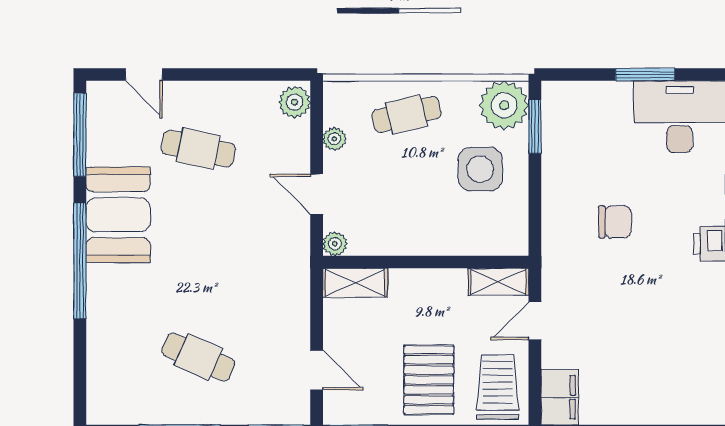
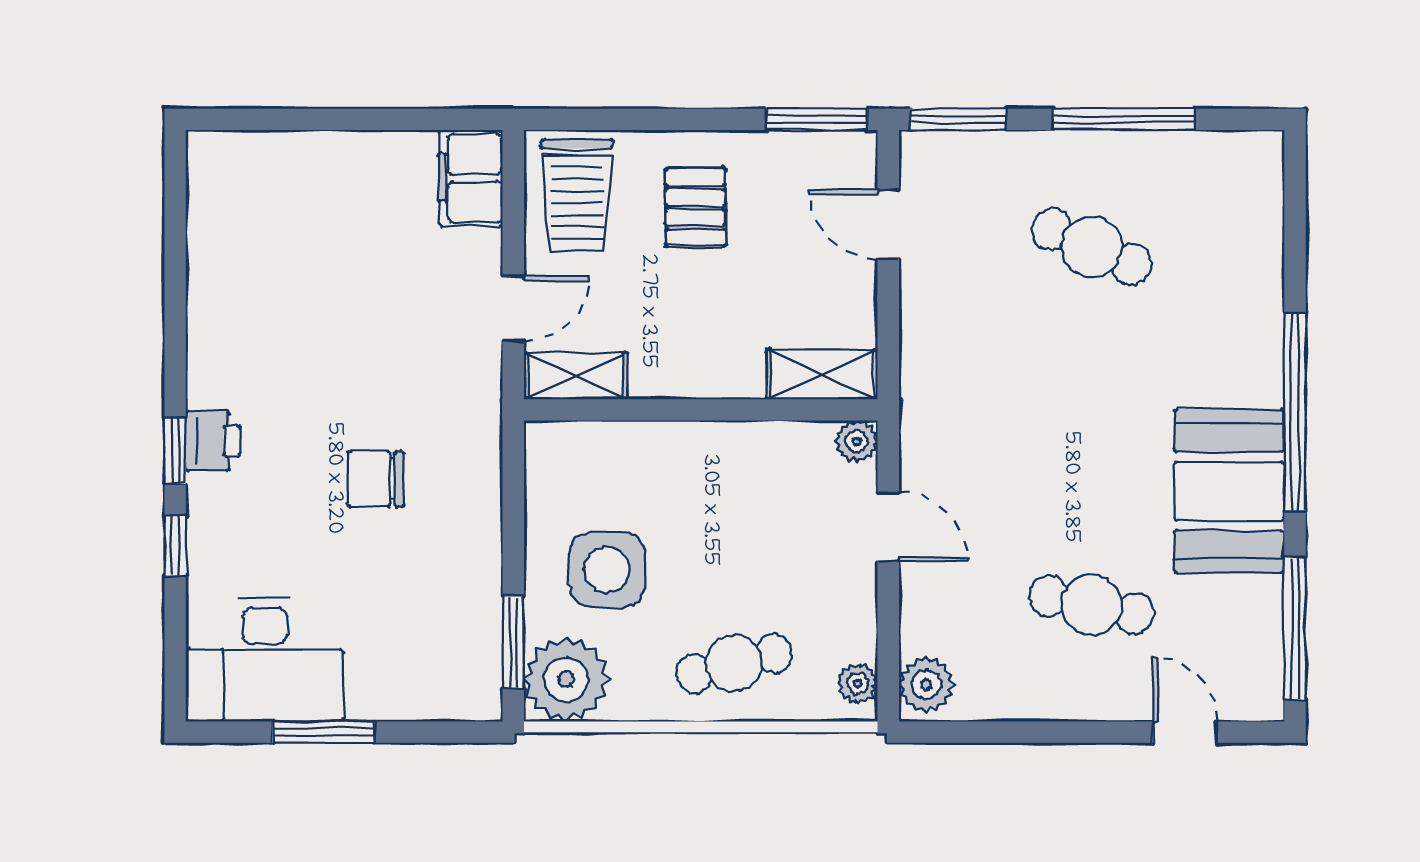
plant: (334, 139) -> (858, 683), moved
pallet: (429, 380) -> (695, 207), width x0.67, depth x0.71

